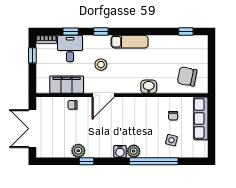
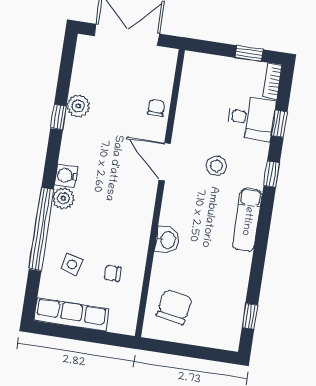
filing cabinet: (67, 85) -> (192, 103), removed
row of seats: (201, 118) -> (71, 315), moved

